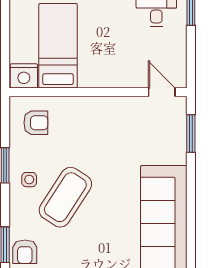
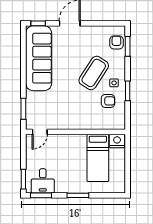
door: (162, 92) -> (40, 132), hinge flipped
armchair: (36, 123) -> (108, 101), moved, turned 180

